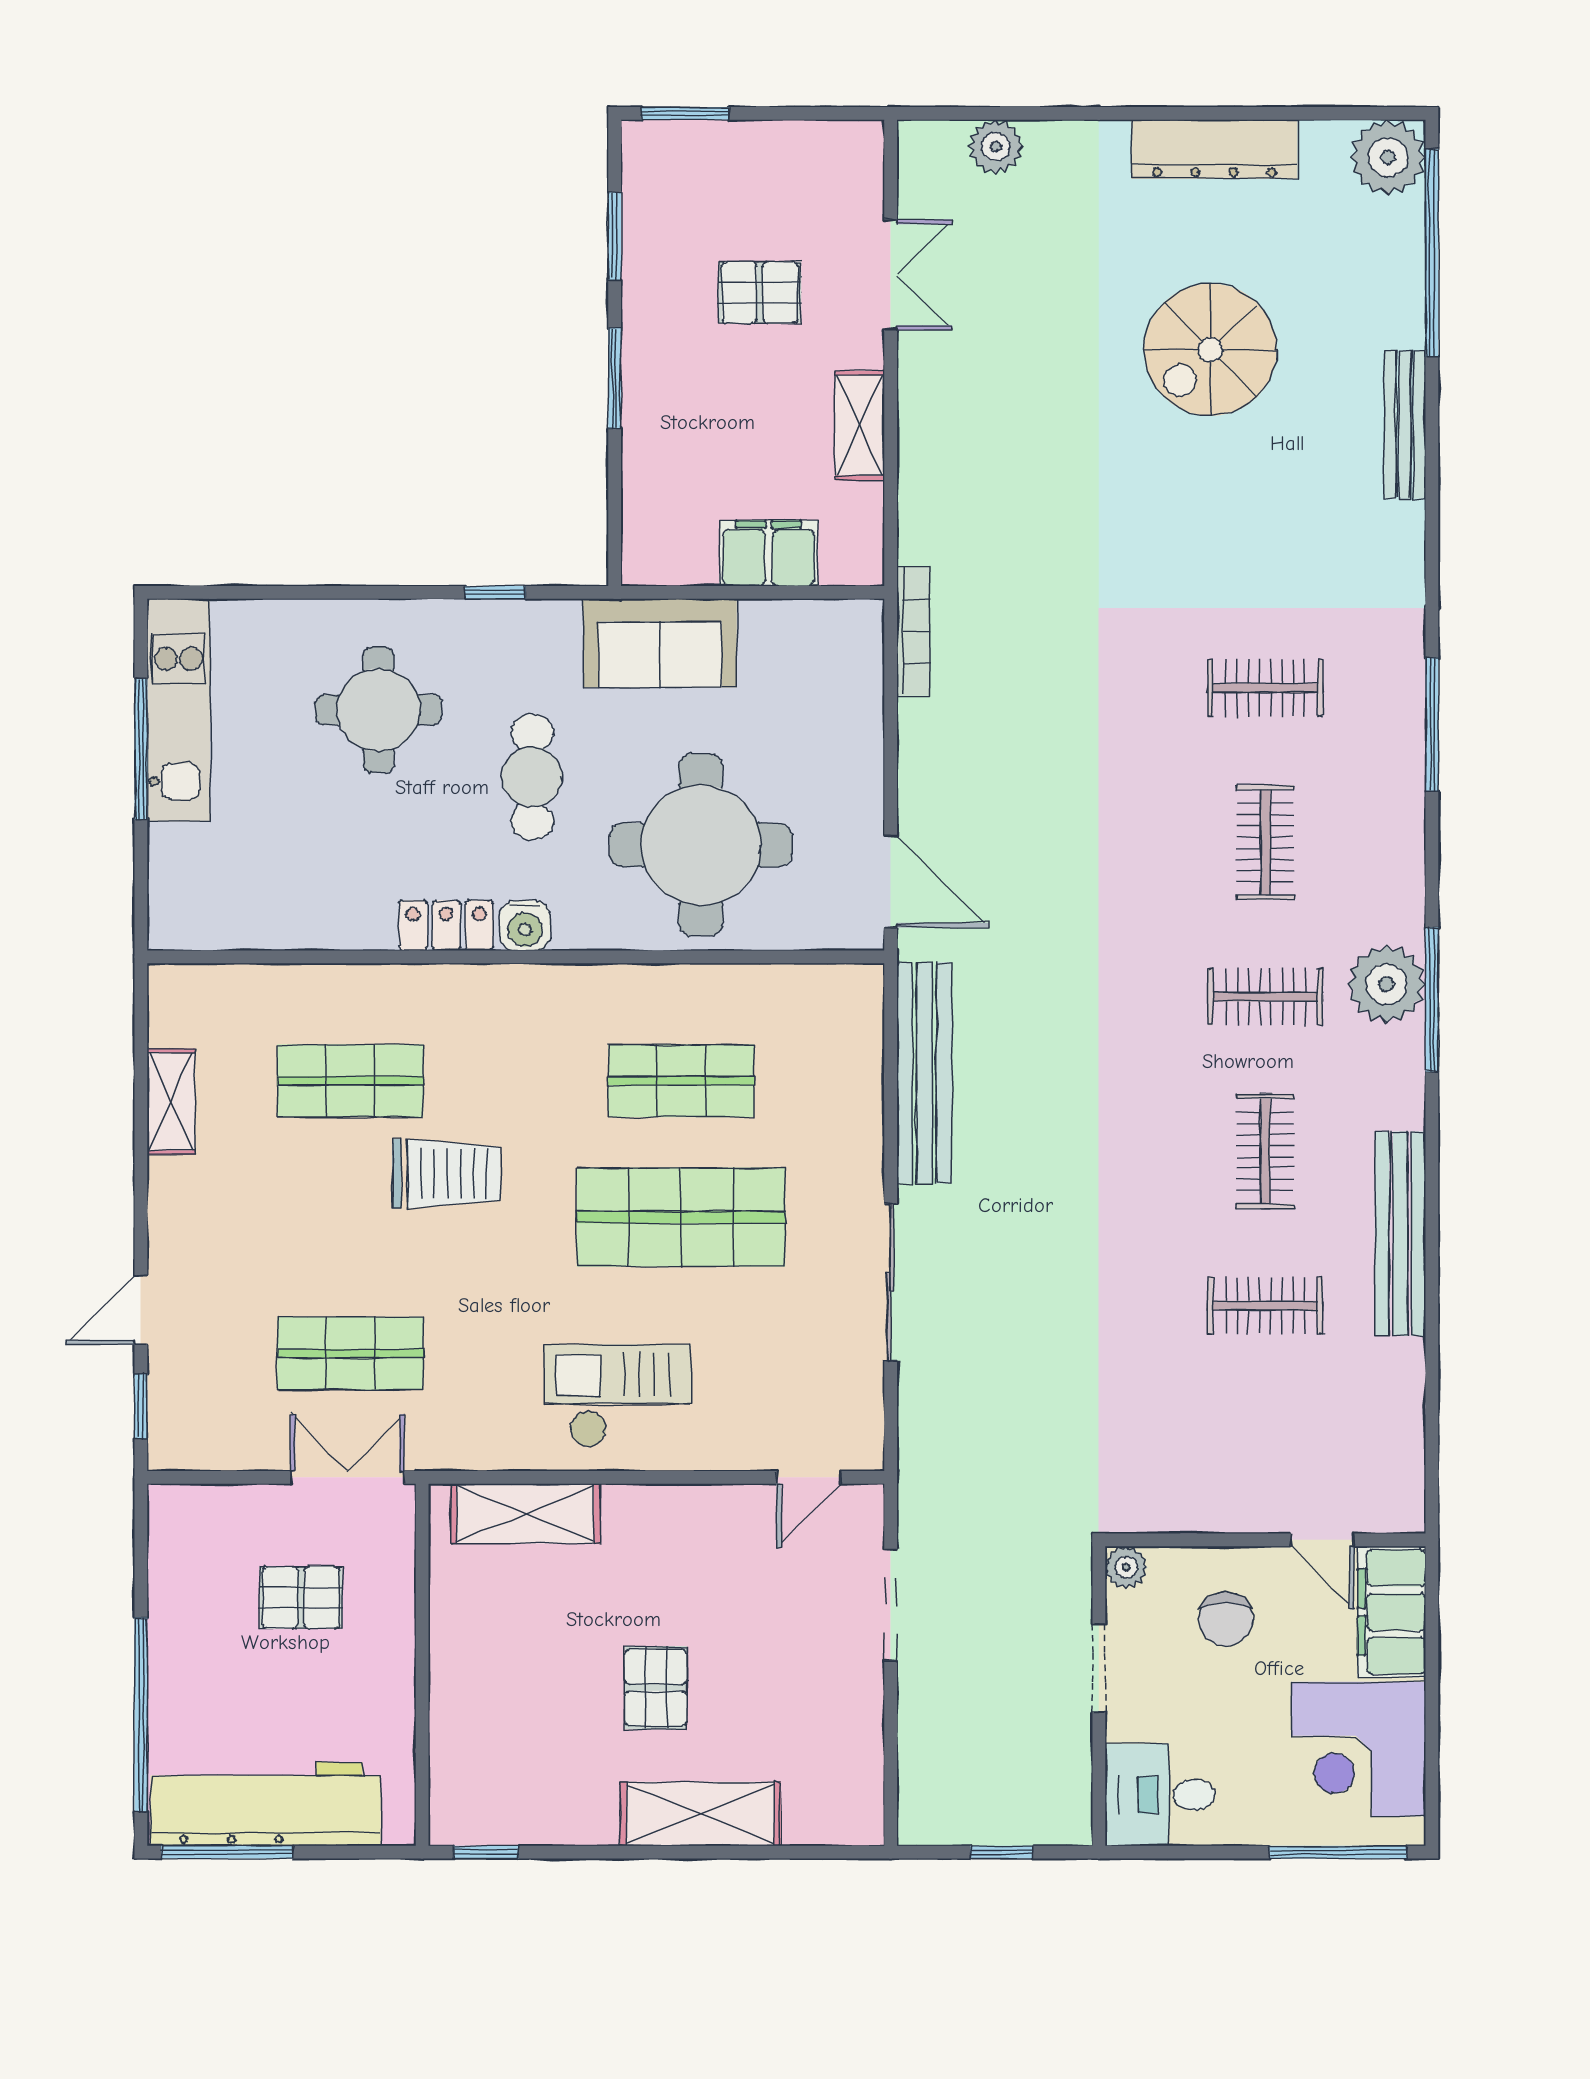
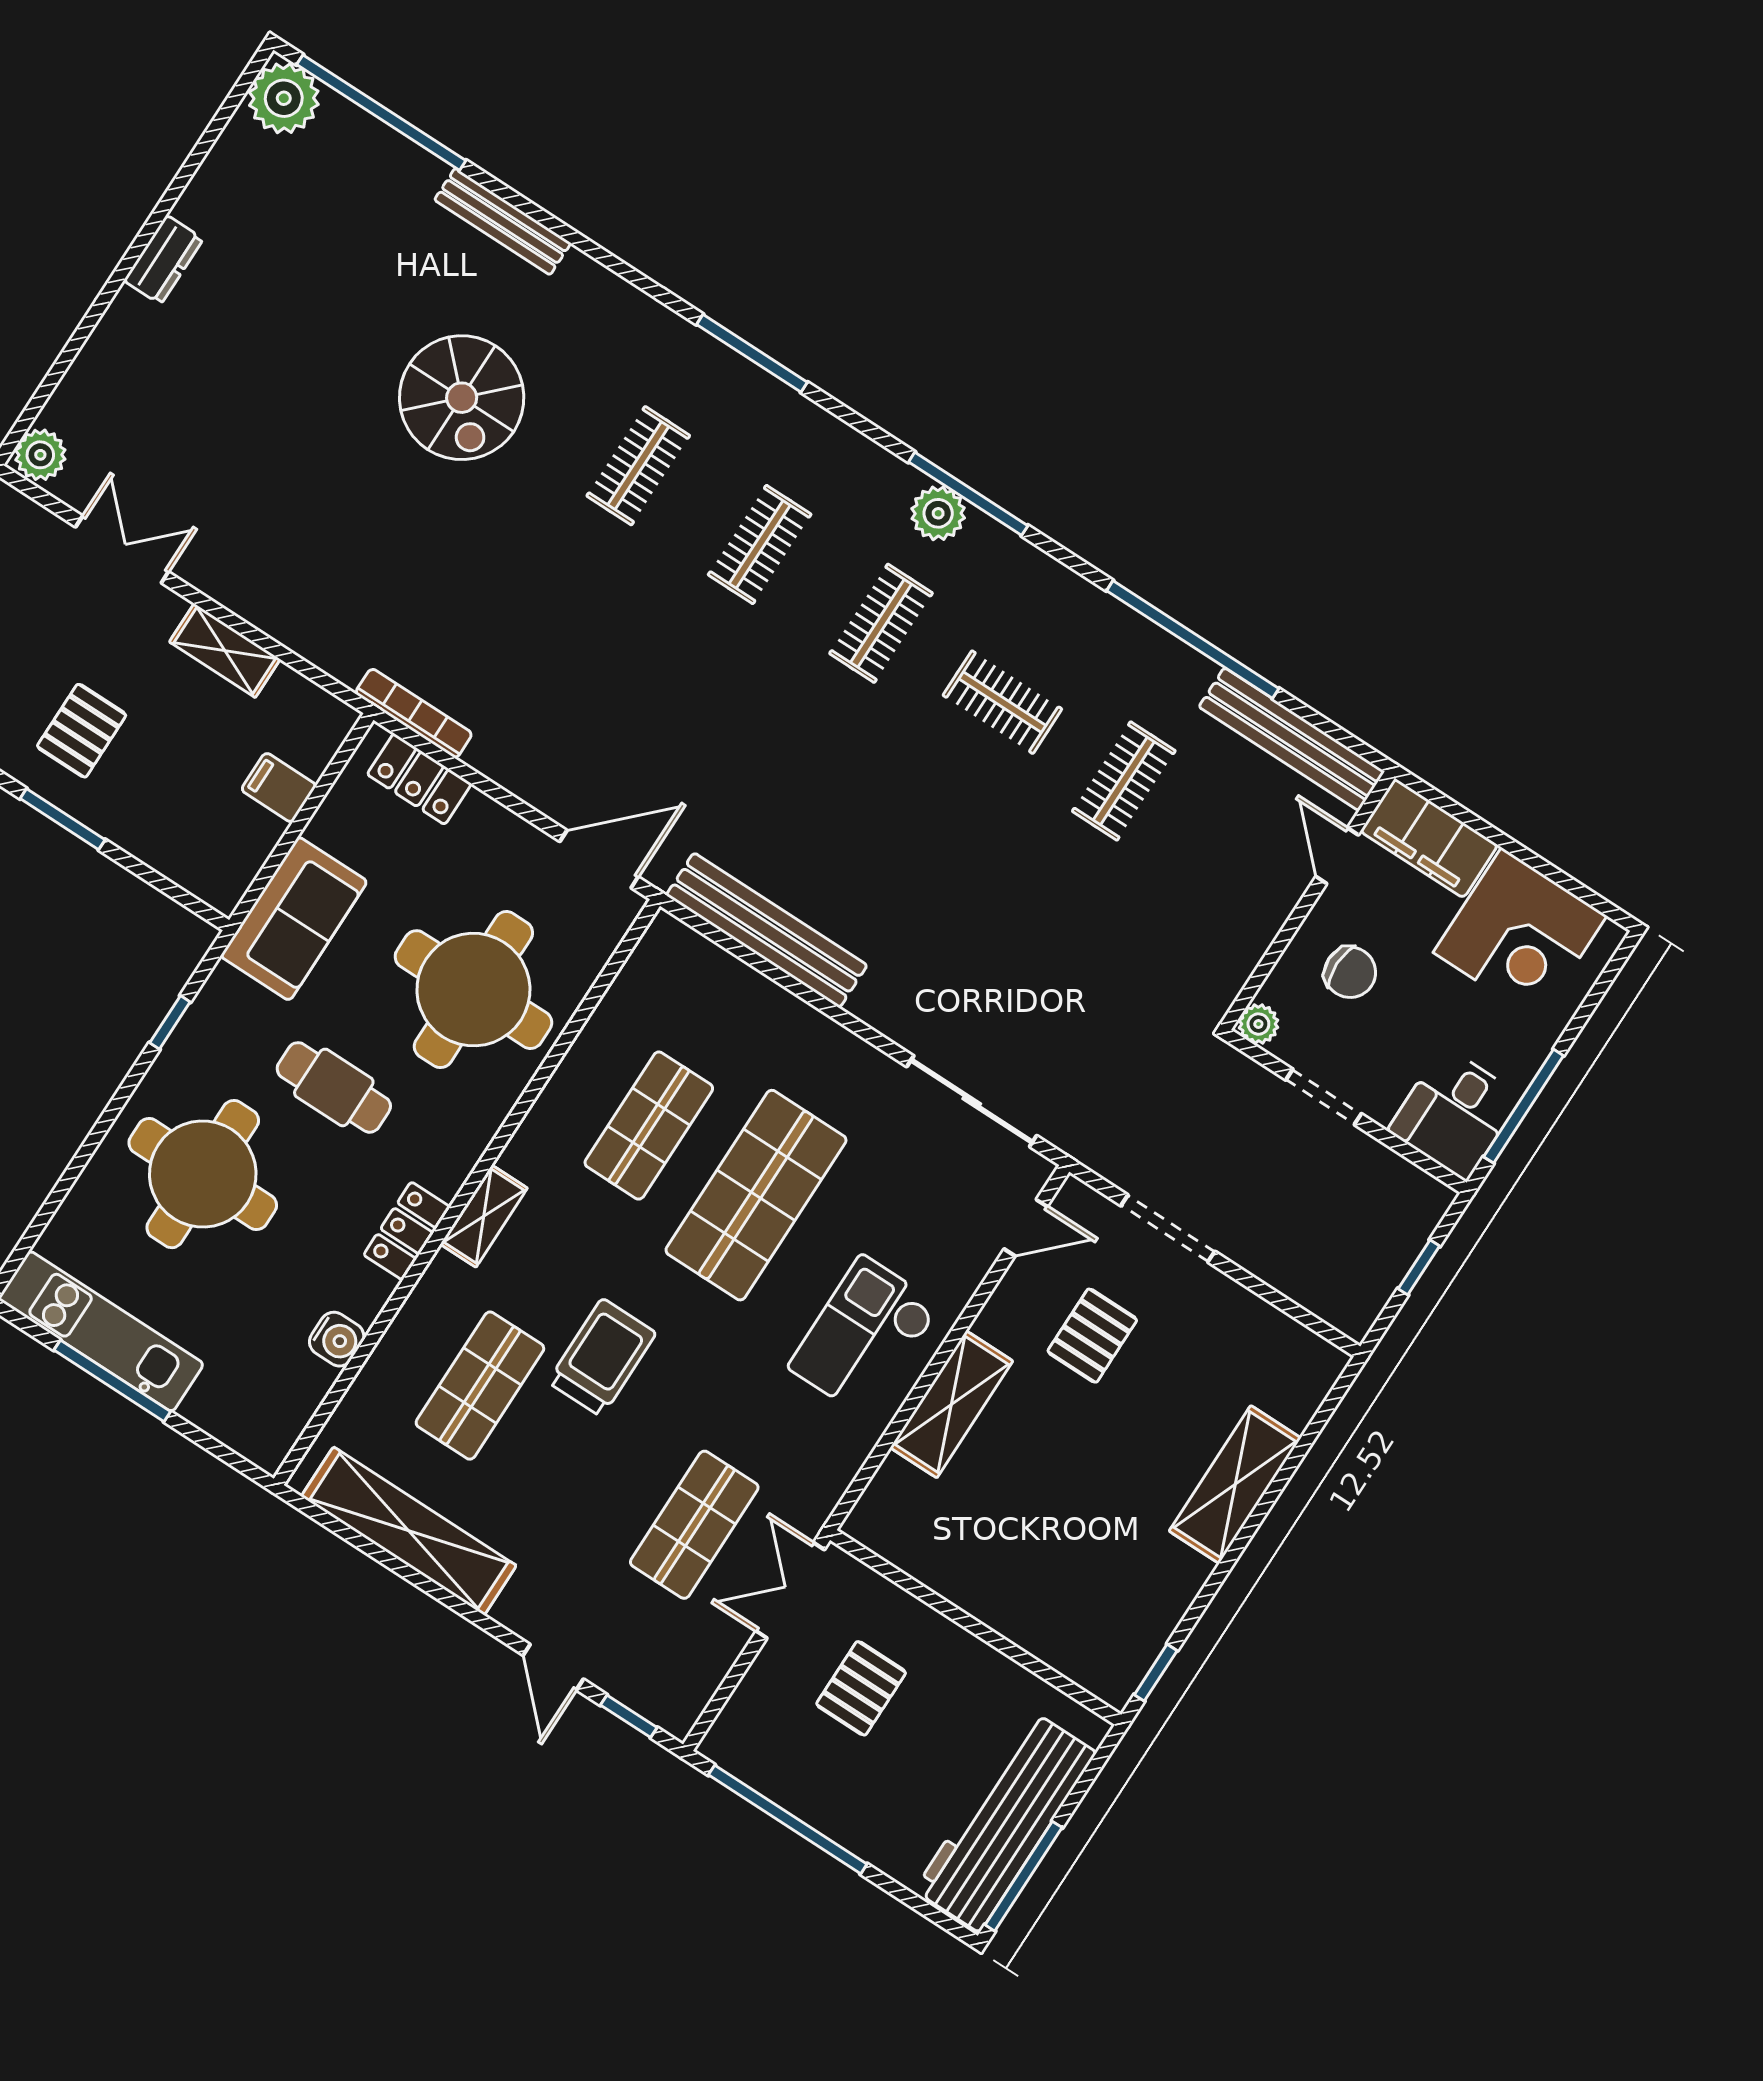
plant: (996, 147) -> (40, 455), moved
dresser: (1214, 149) -> (163, 260), width x0.51, depth x0.80
pallet: (760, 292) -> (82, 731), moved
spiral stairs: (1210, 350) -> (462, 398), moved
filing cabinet: (769, 553) -> (279, 787), width x0.50
locker: (858, 674) -> (419, 779), added
round table: (379, 710) -> (203, 1174), width x1.36, depth x1.36
clothes rail: (1265, 842) -> (760, 544), turned 90
water cooler: (525, 926) -> (337, 1339), moved
plant: (1386, 984) -> (938, 513), width x0.73, depth x0.73
shelving: (504, 986) -> (484, 1216), added
shelving: (171, 1102) -> (409, 1531), width x2.20, depth x1.33
bench: (1400, 1234) -> (1292, 739), moved
sliding door: (891, 1282) -> (972, 1101), moved
window: (1432, 1285) -> (1193, 640), added
door: (809, 1477) -> (1026, 1228), hinge flipped
shelving: (525, 1514) -> (951, 1404), moved
door: (1322, 1540) -> (1337, 856), swing flipped
pallet: (656, 1688) -> (1092, 1336), moved, turned 90
window: (141, 1715) -> (788, 1819), moved
window: (1338, 1852) -> (1524, 1106), moved

